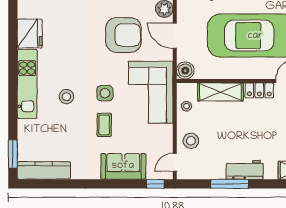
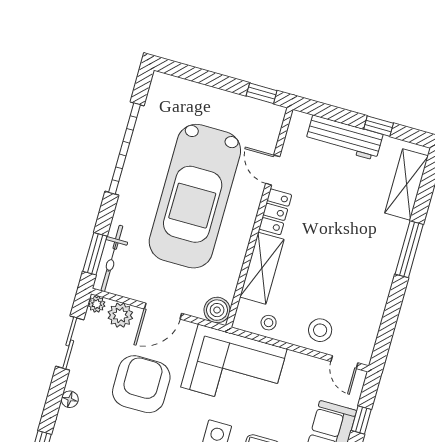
workbench: (245, 170) -> (383, 265), removed
window: (155, 184) -> (361, 420), moved
window: (229, 184) -> (409, 249), moved

